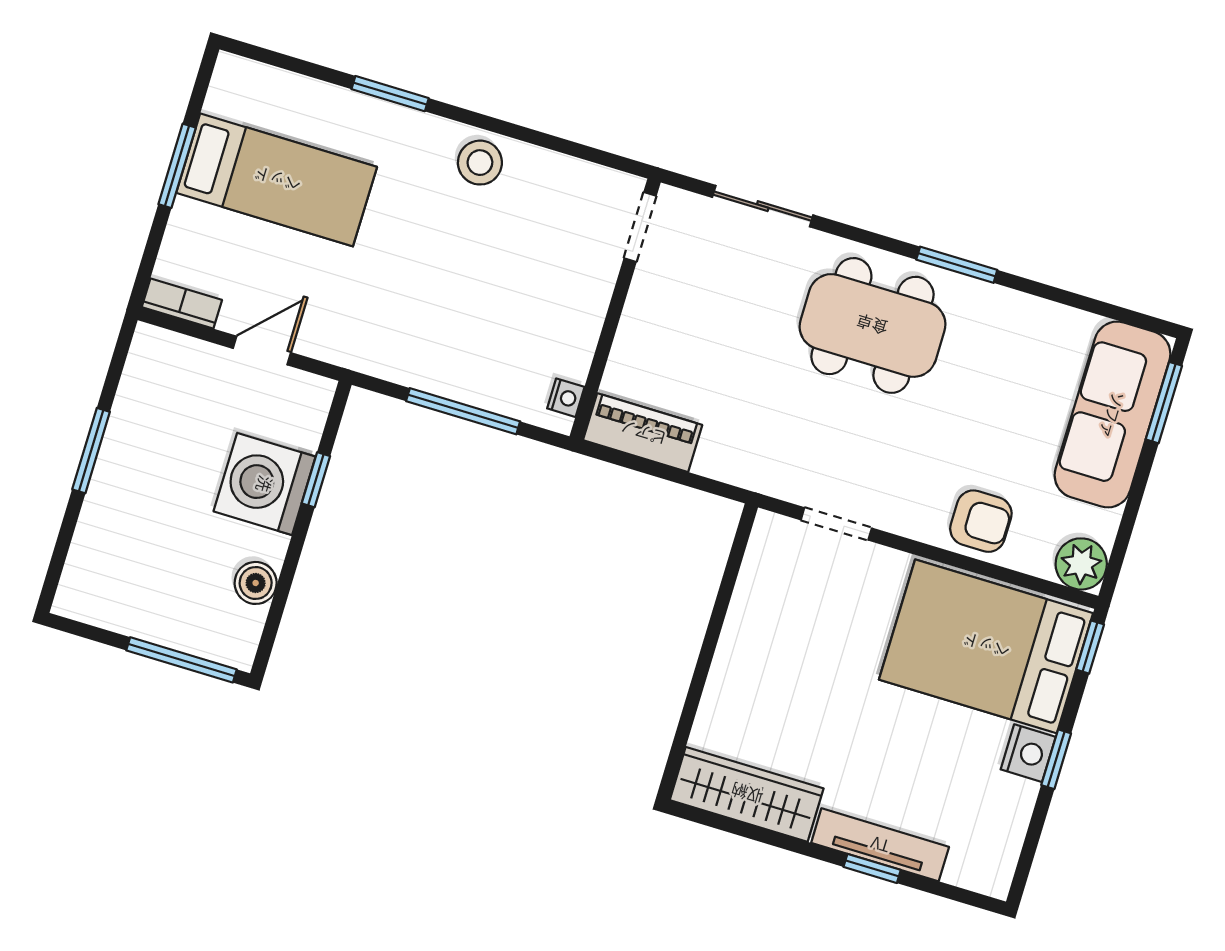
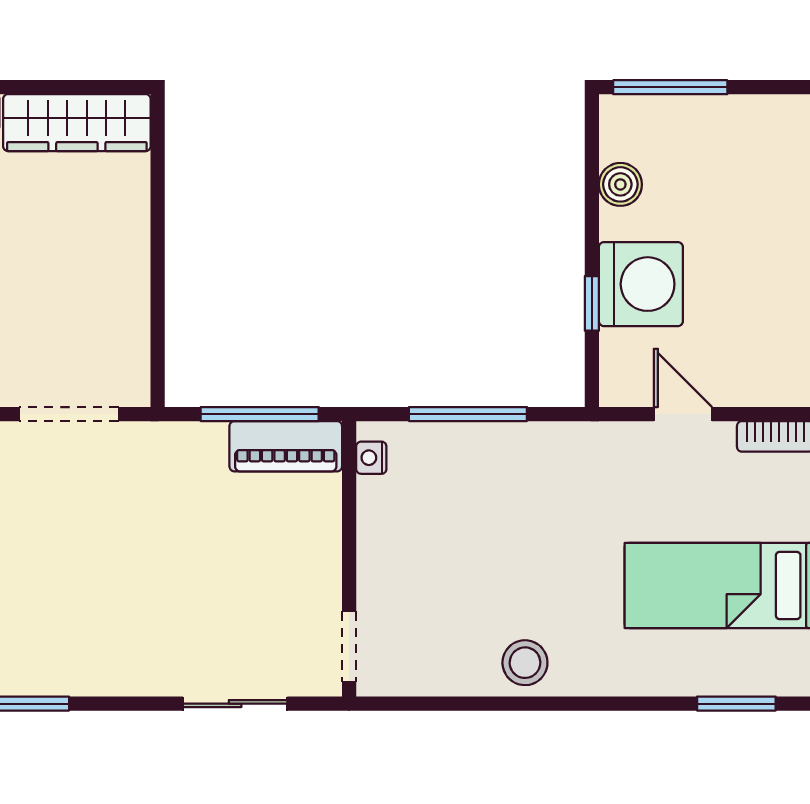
window: (390, 94) -> (736, 704), moved
dining table: (872, 325) -> (92, 619), removed
door: (262, 351) -> (683, 414), swing flipped
window: (658, 470) -> (260, 414), added
doorway: (836, 524) -> (69, 414), width x1.38

